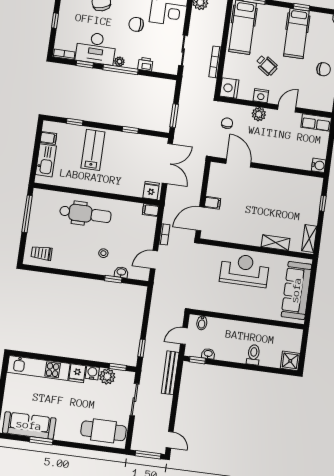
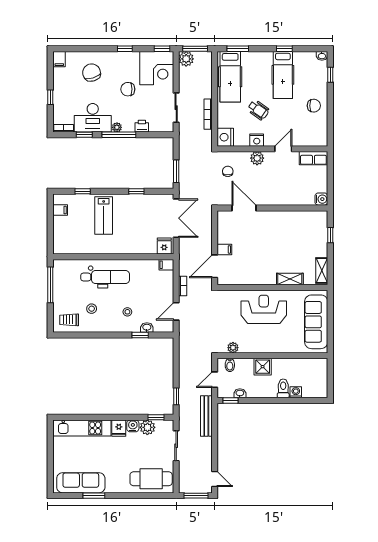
lab bench: (93, 150) -> (104, 215), turned 180
kitchen sink: (46, 160) -> (61, 232), removed
stool: (67, 245) -> (92, 309), added
plant: (207, 305) -> (233, 348), added
washing machine: (266, 360) -> (296, 392), added
shower: (290, 361) -> (263, 367), moved

